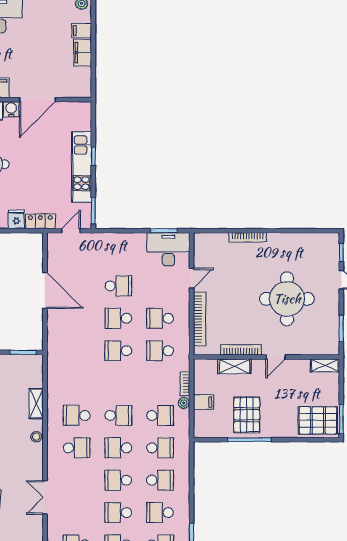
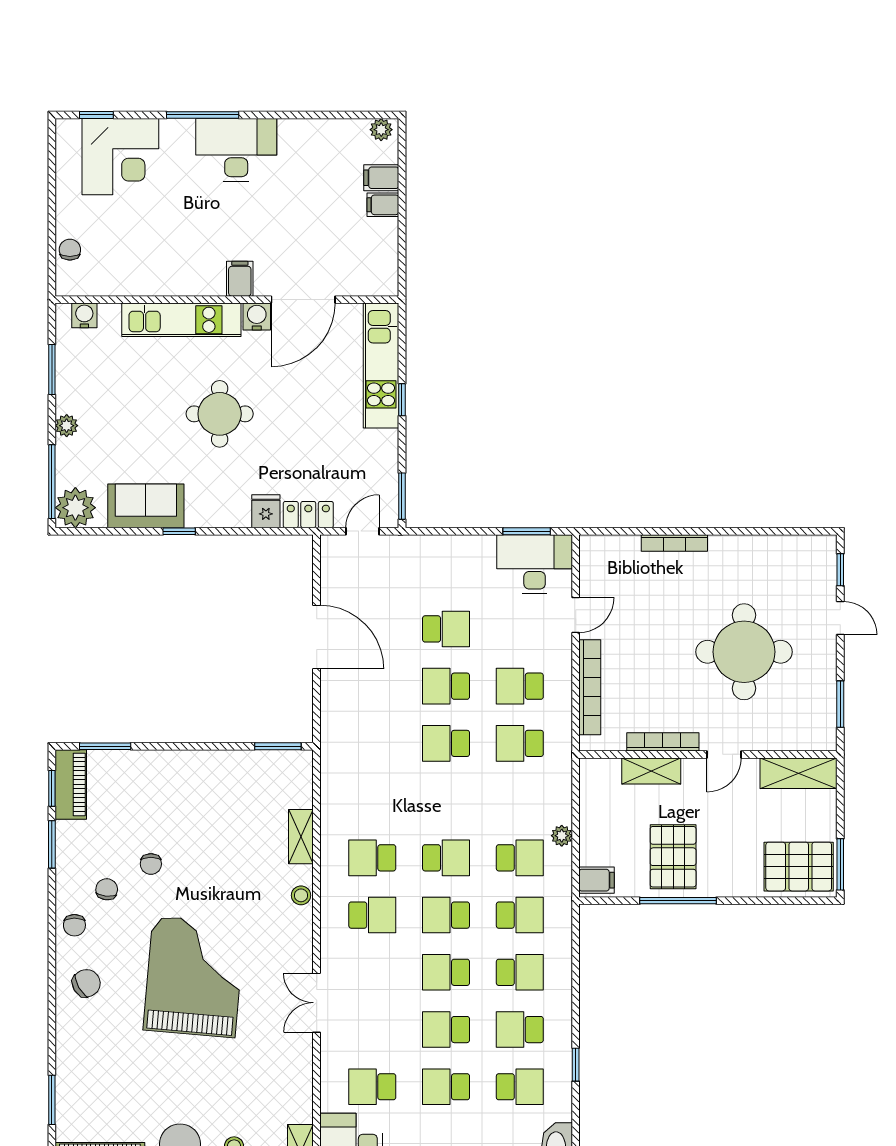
filing cabinet: (83, 53) -> (383, 205), width x0.50
kitchen unit: (81, 167) -> (381, 366), moved
shelving: (325, 365) -> (798, 773), width x1.50, depth x1.33
bookcase: (185, 384) -> (564, 802), removed
filing cabinet: (203, 402) -> (596, 880), moved

